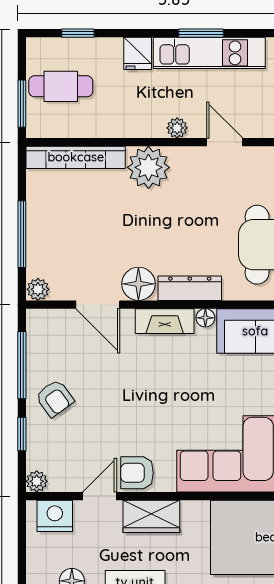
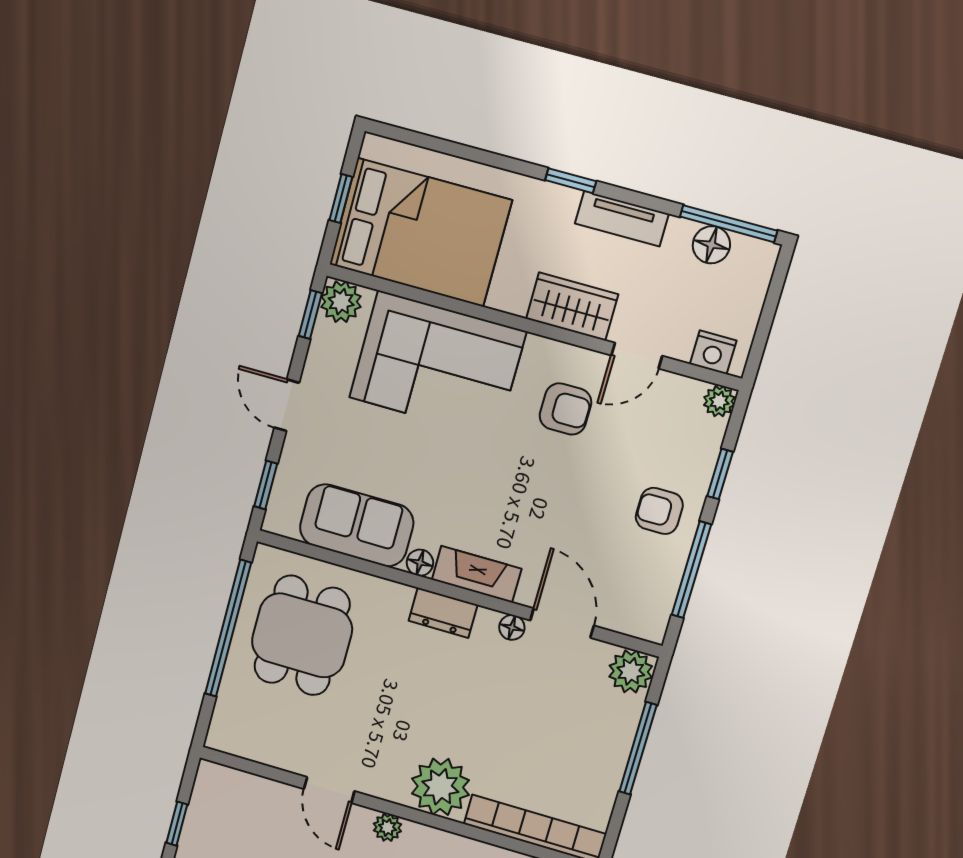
floor lamp: (138, 284) -> (512, 627), width x0.53, depth x0.53
dresser: (190, 288) -> (443, 613), width x0.70
plant: (38, 289) -> (631, 671), width x1.38, depth x1.38
armchair: (55, 398) -> (659, 511), turned -54
armchair: (137, 473) -> (565, 409), moved
nightstand: (55, 516) -> (713, 352), width x0.74, depth x0.75

